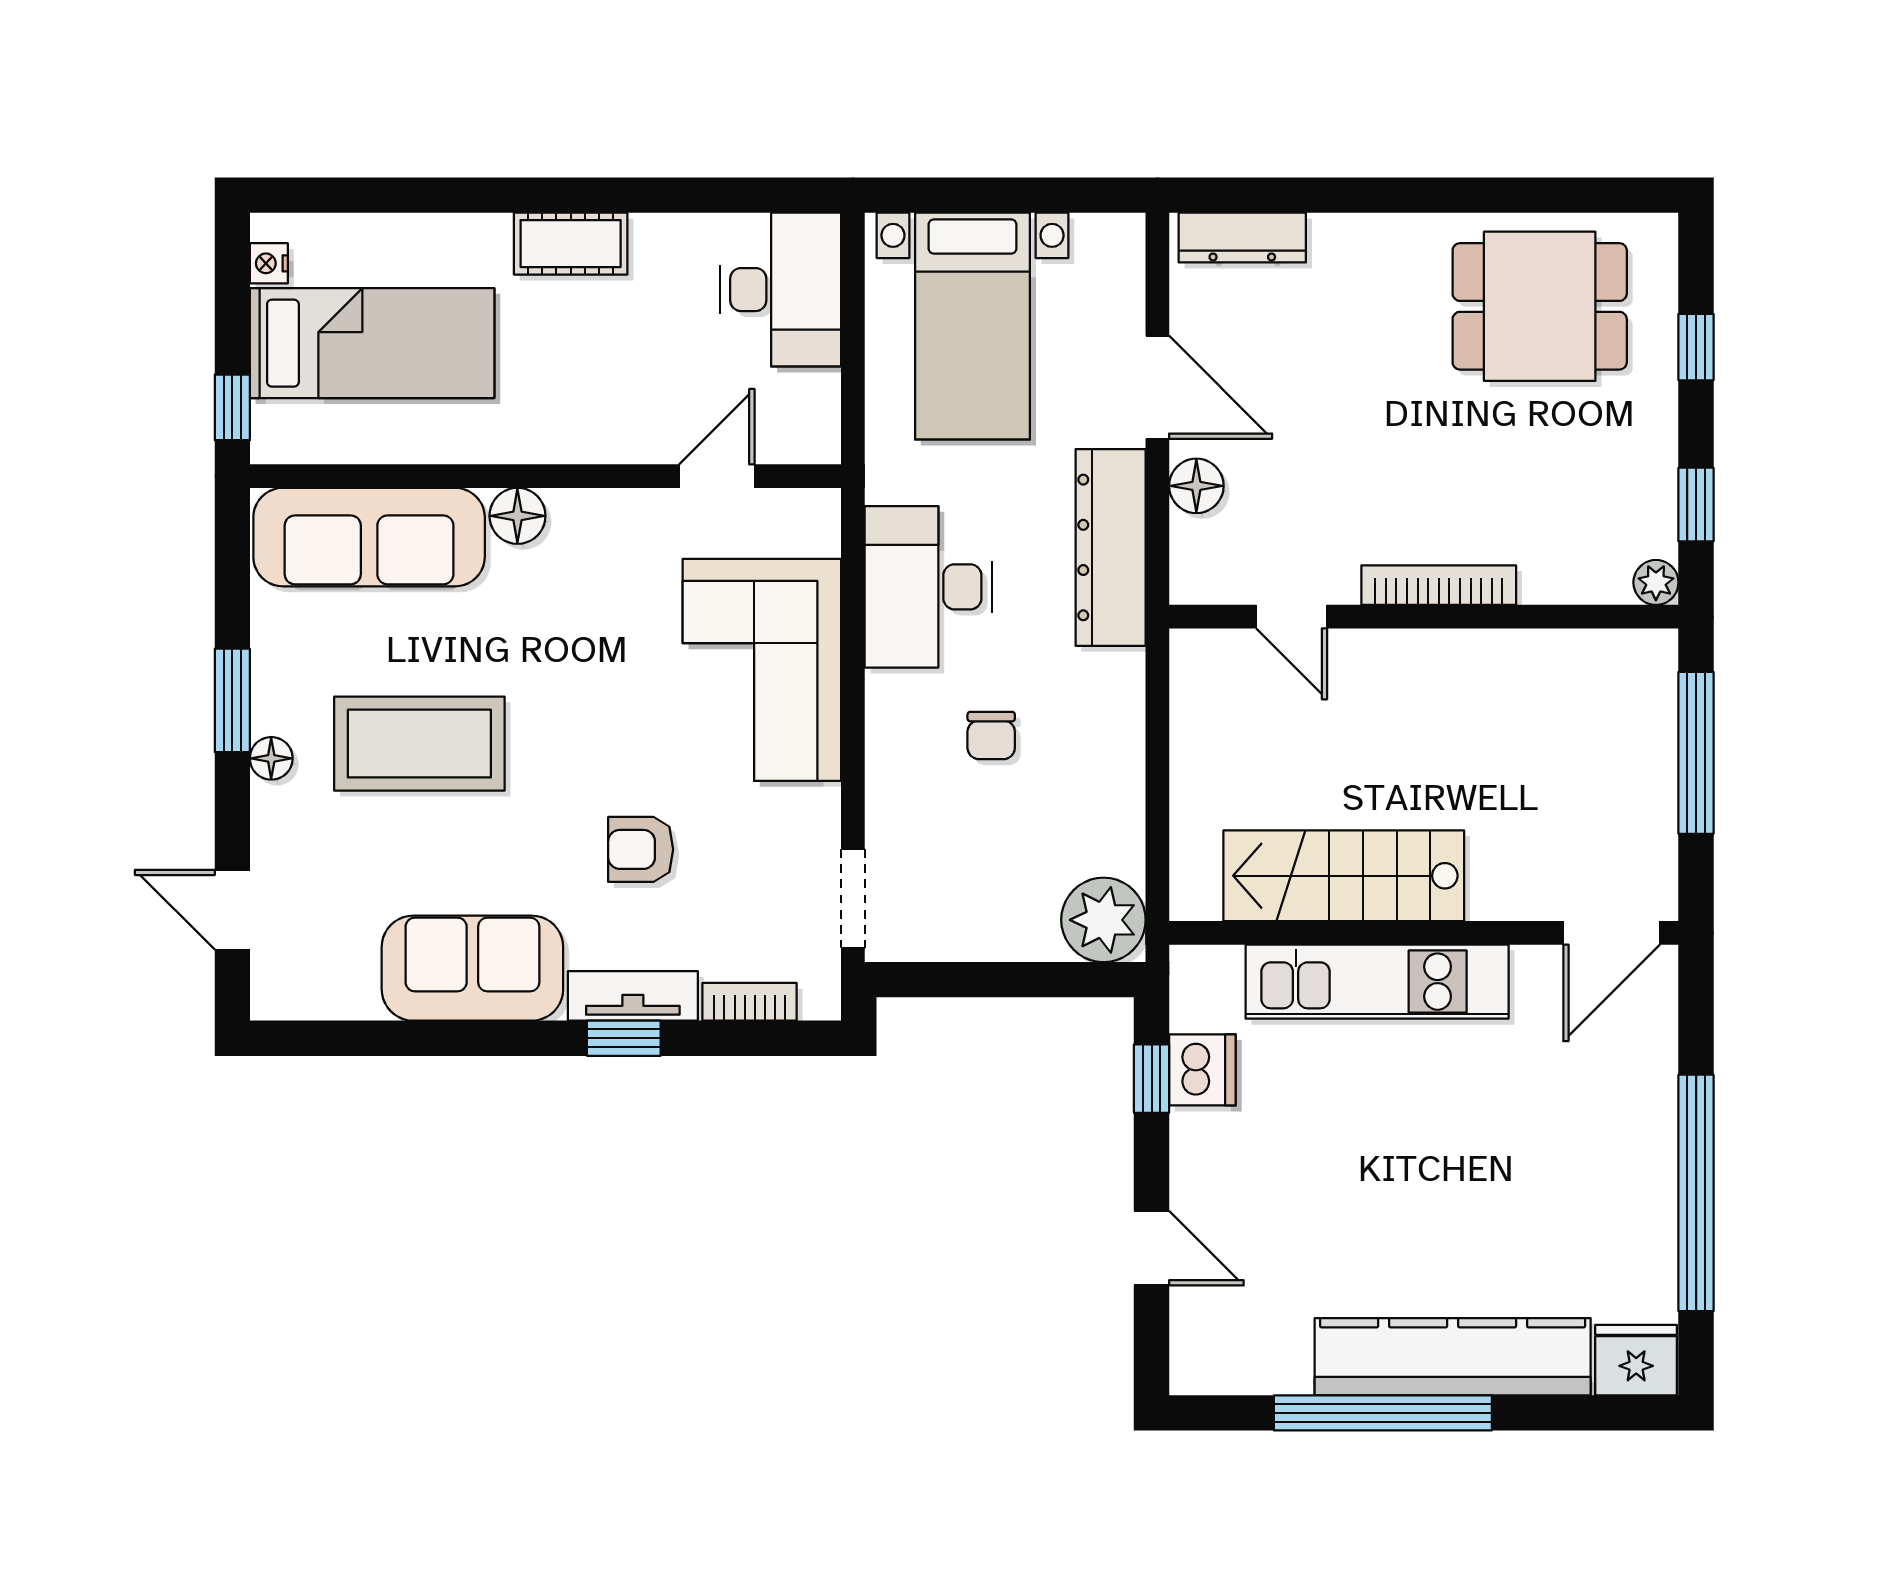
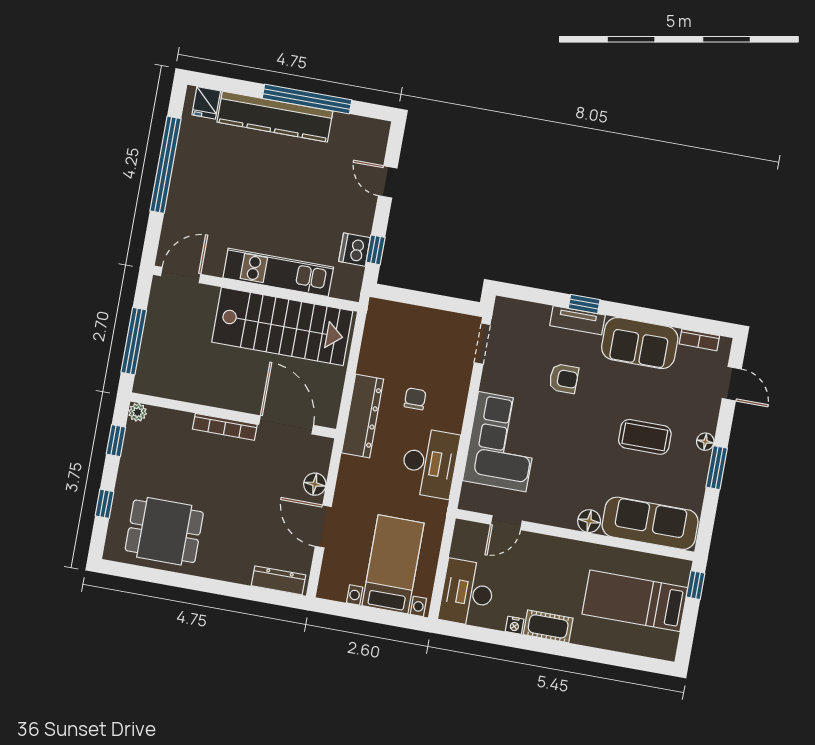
nightstand: (269, 263) -> (515, 625), moved, turned 90
dresser: (1111, 547) -> (363, 416), moved
door: (1292, 617) -> (286, 425), width x1.87
coffee table: (419, 744) -> (645, 437), width x0.73, depth x0.76
stairs: (1344, 876) -> (282, 326), width x1.36, depth x1.51
plant: (1103, 920) -> (383, 317), removed
bookcase: (750, 1002) -> (699, 340), moved
fridge: (1636, 1360) -> (206, 103), width x0.72

